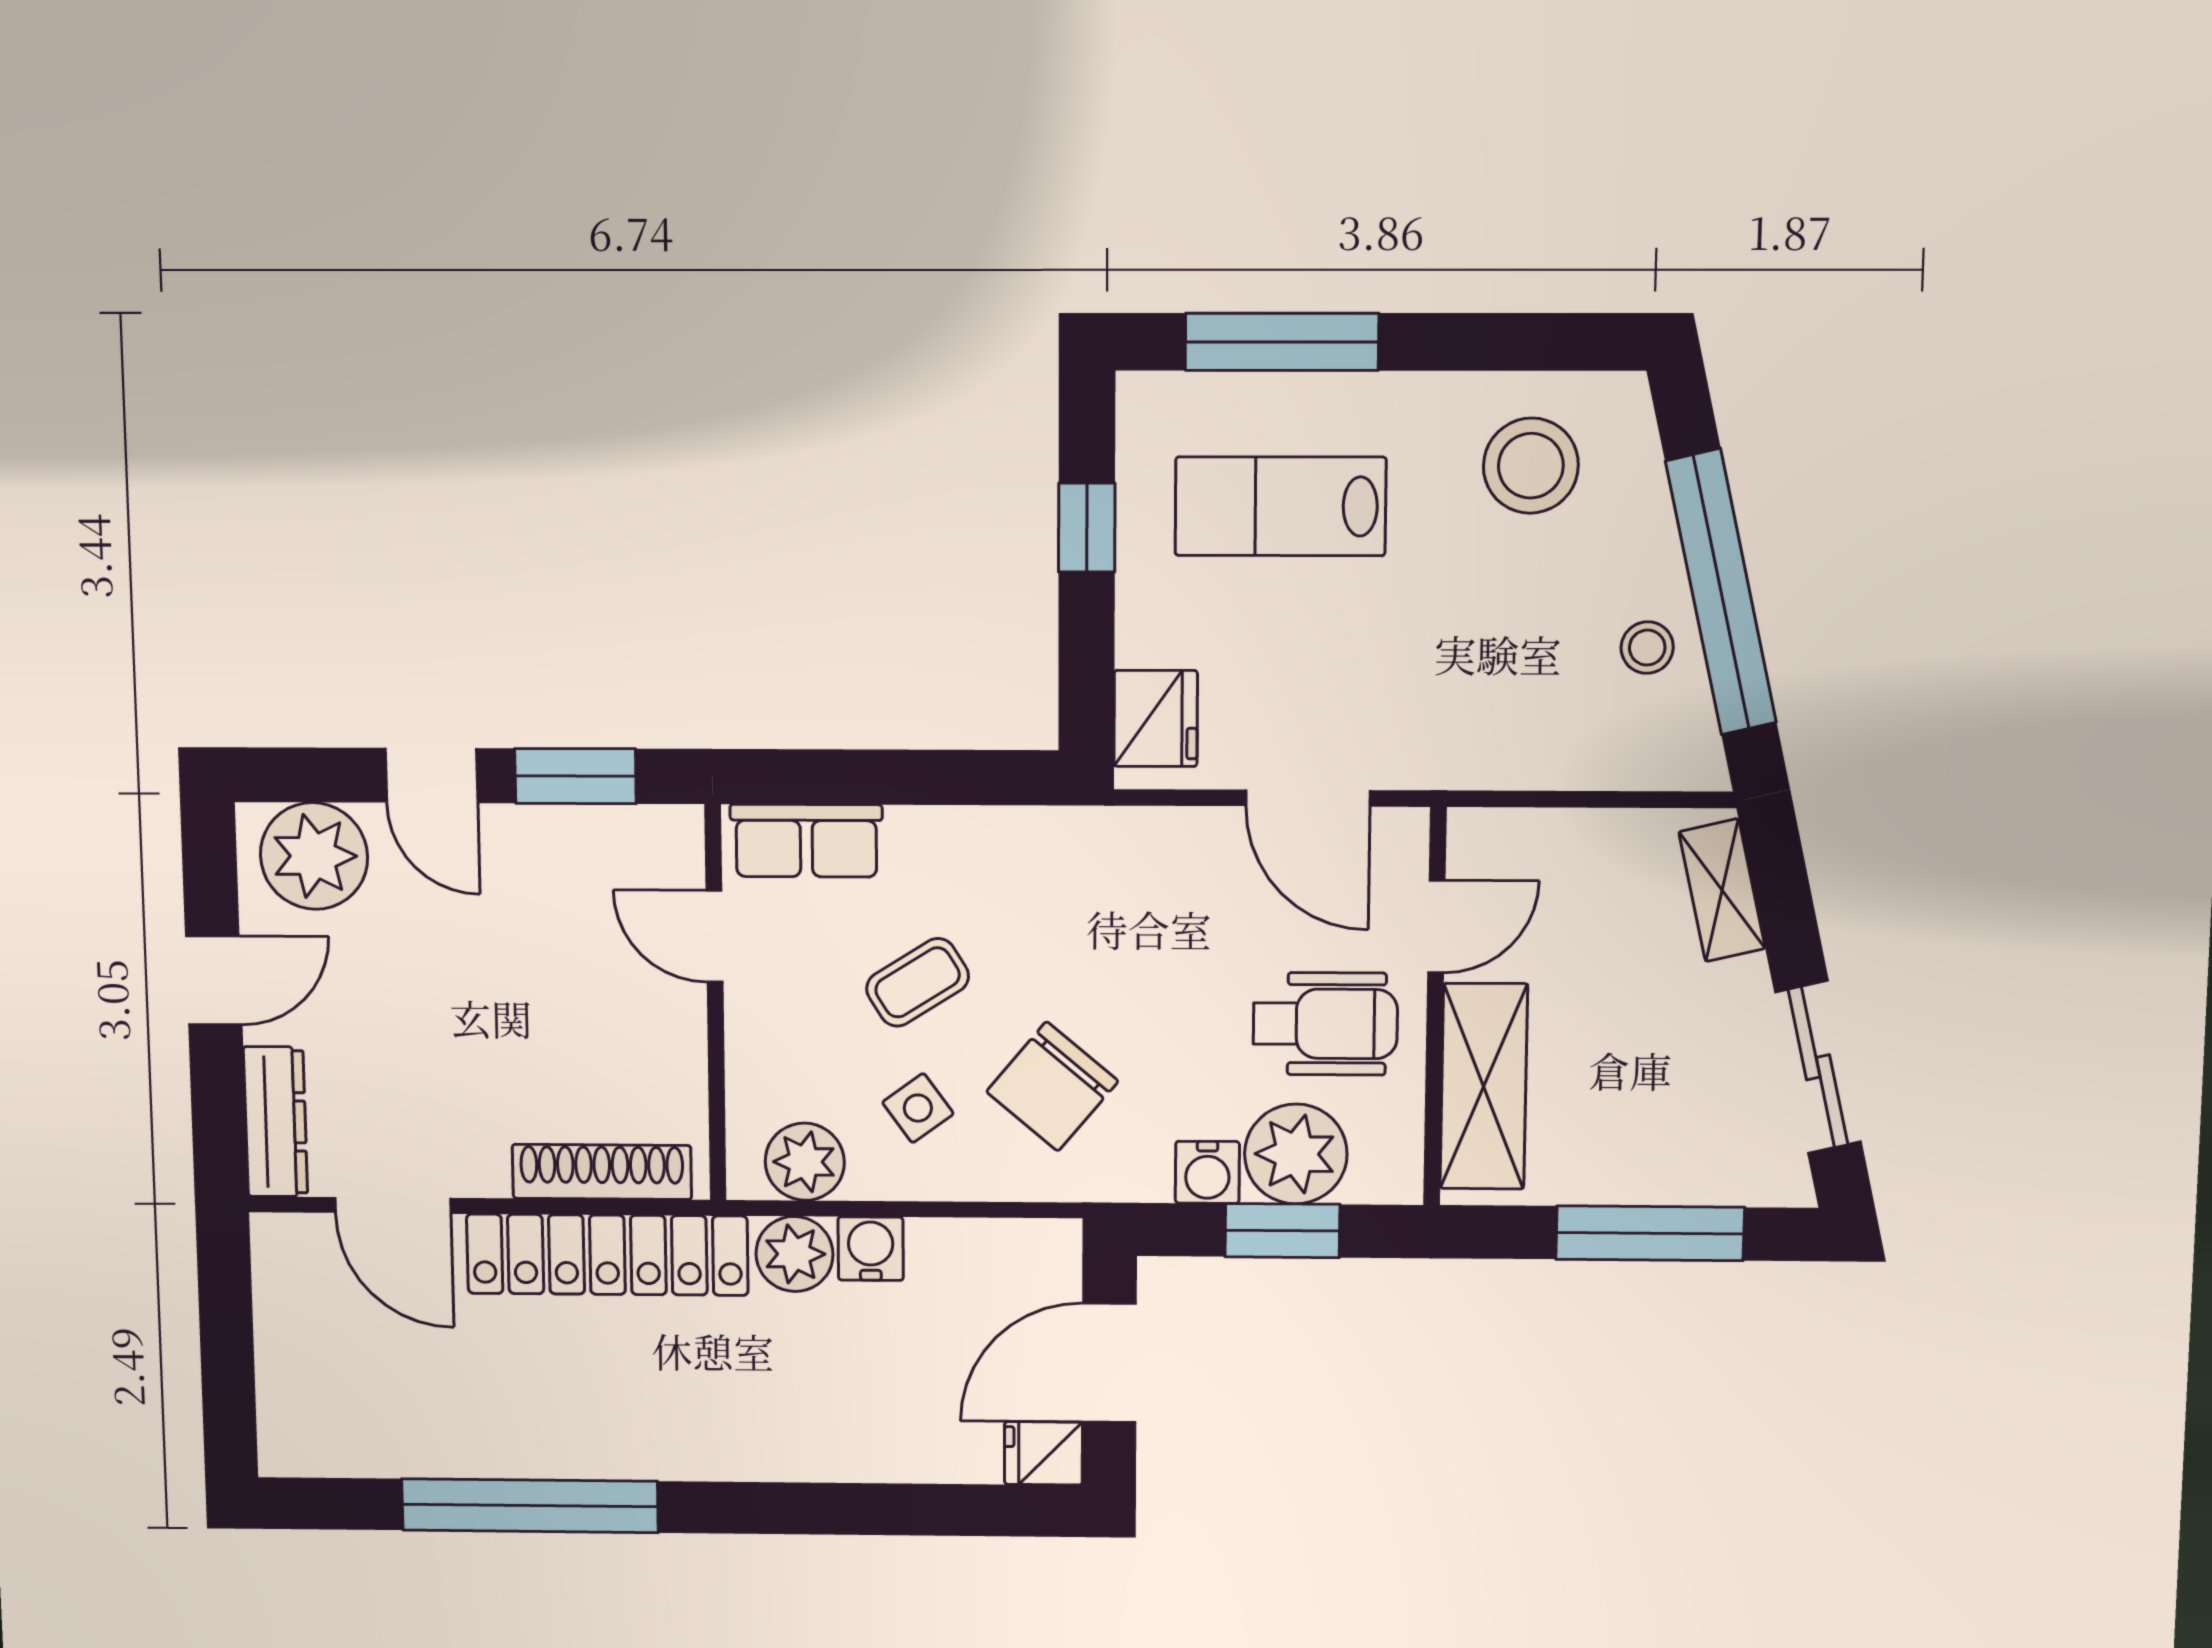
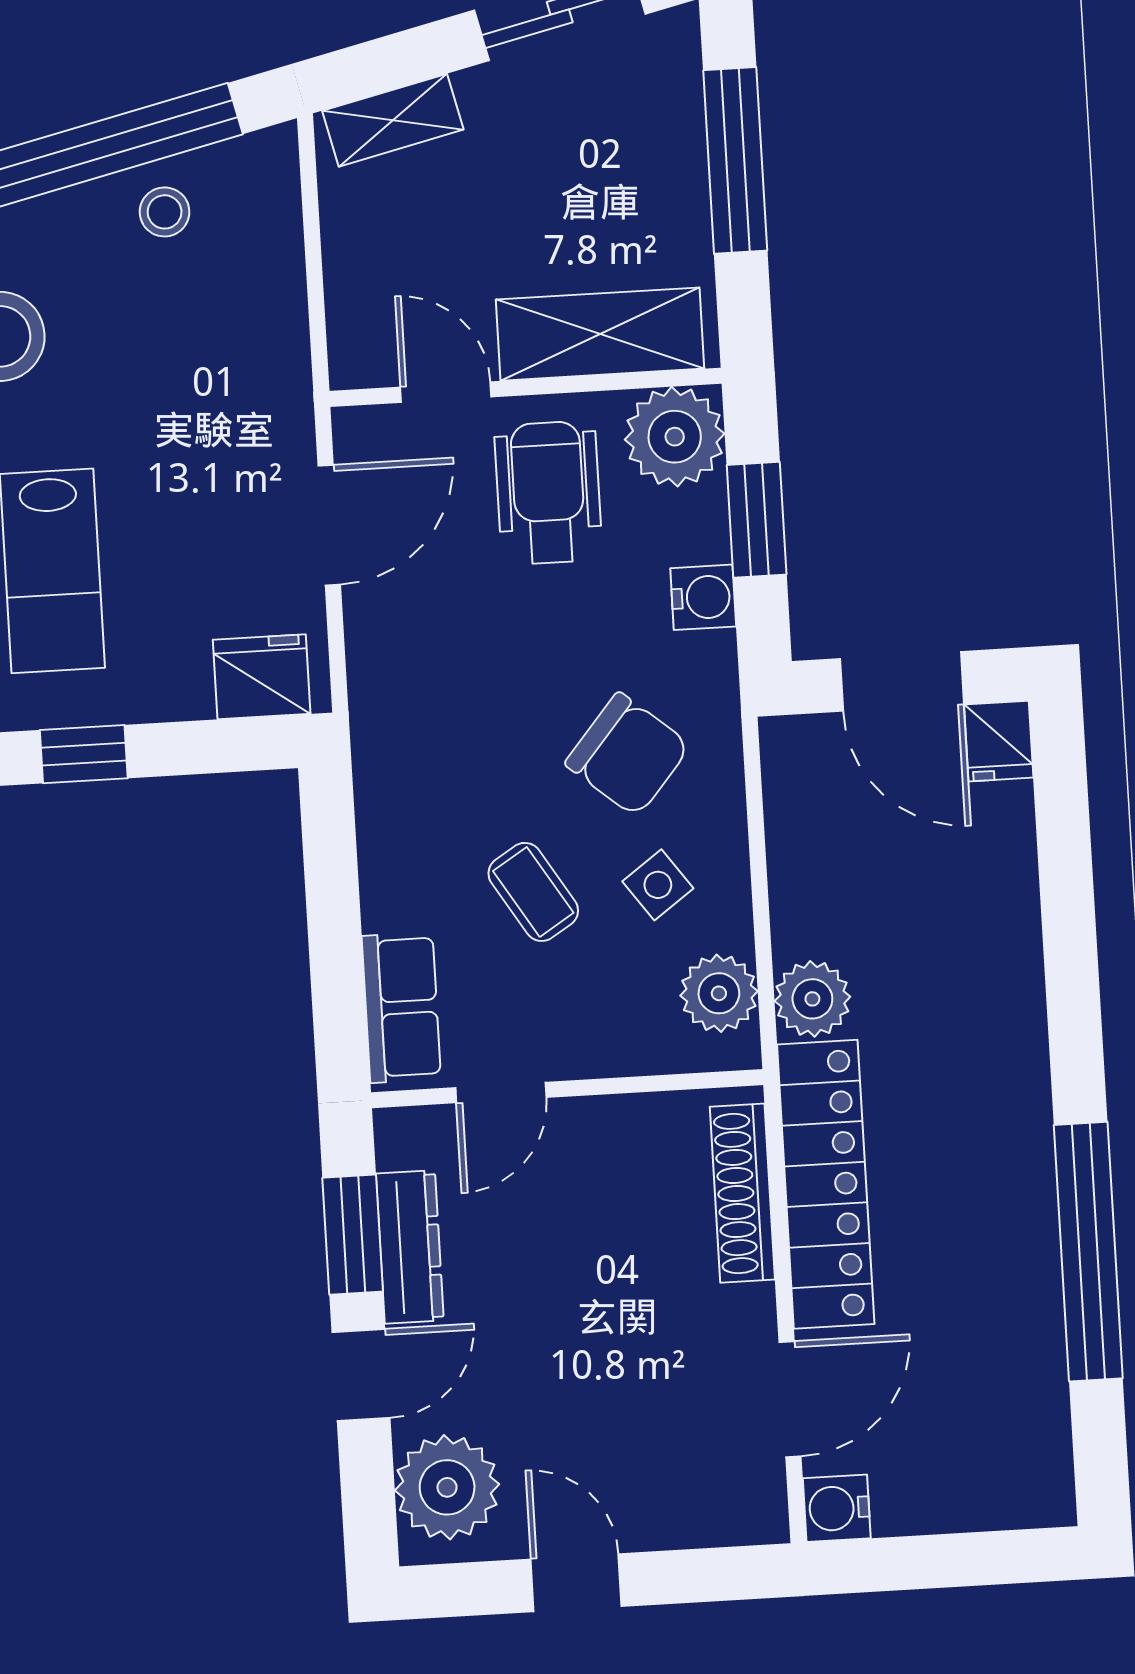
dresser: (275, 1122) -> (410, 1247), moved, turned 90
plant: (1296, 1154) -> (675, 437), moved
water cooler: (871, 1249) -> (837, 1508), moved

